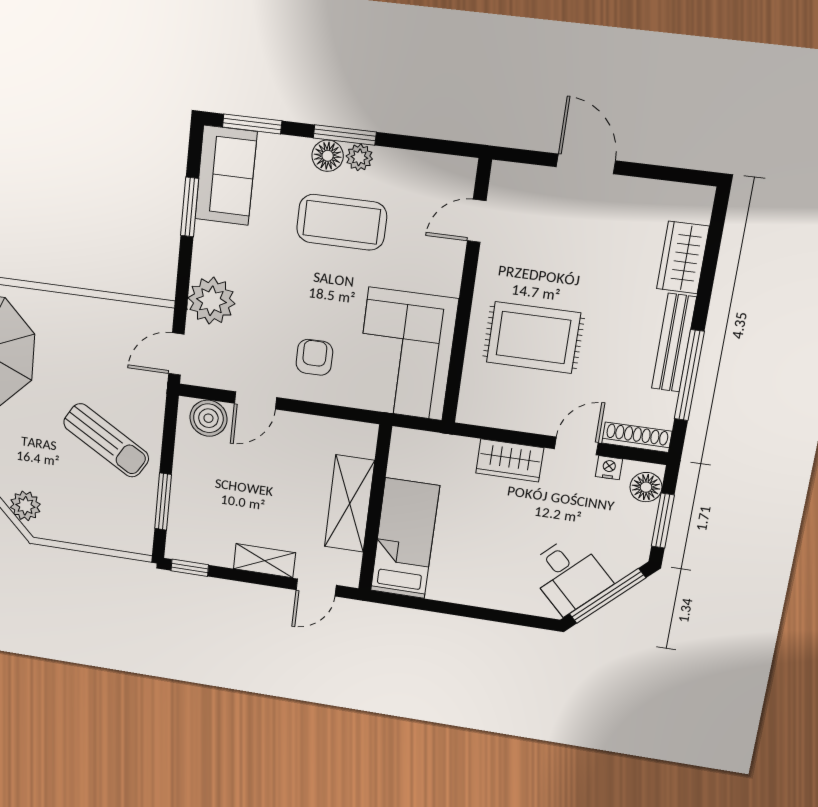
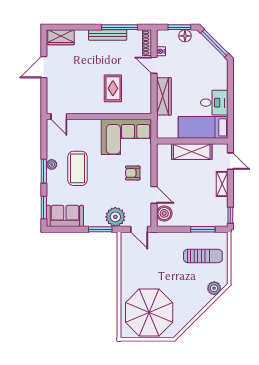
floor lamp: (328, 156) -> (53, 177), removed
door: (586, 164) -> (44, 67), moved
window: (190, 207) -> (100, 229), moved
door: (477, 221) -> (59, 116), moved
wardrobe: (683, 258) -> (61, 37), moved
rug: (533, 338) -> (113, 88), width x0.73, depth x0.70
sun lounger: (106, 440) -> (203, 256), moved, turned 59
wardrobe: (510, 460) -> (164, 96), width x1.50
floor lamp: (646, 487) -> (185, 36), moved
desk: (569, 575) -> (214, 103), moved, turned 45

